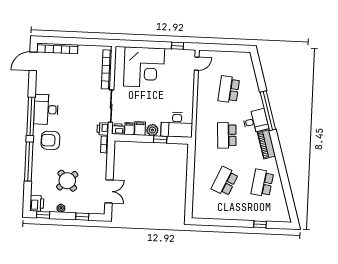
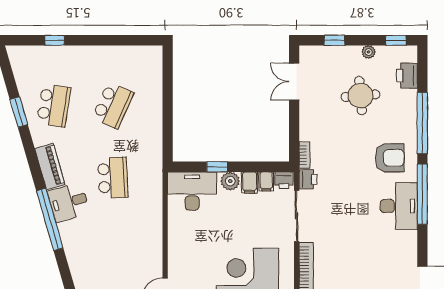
school desk: (229, 89) -> (113, 250), removed
window: (285, 180) -> (19, 112), added
round table: (67, 181) -> (361, 96), turned 37
printer: (37, 203) -> (407, 76), moved

